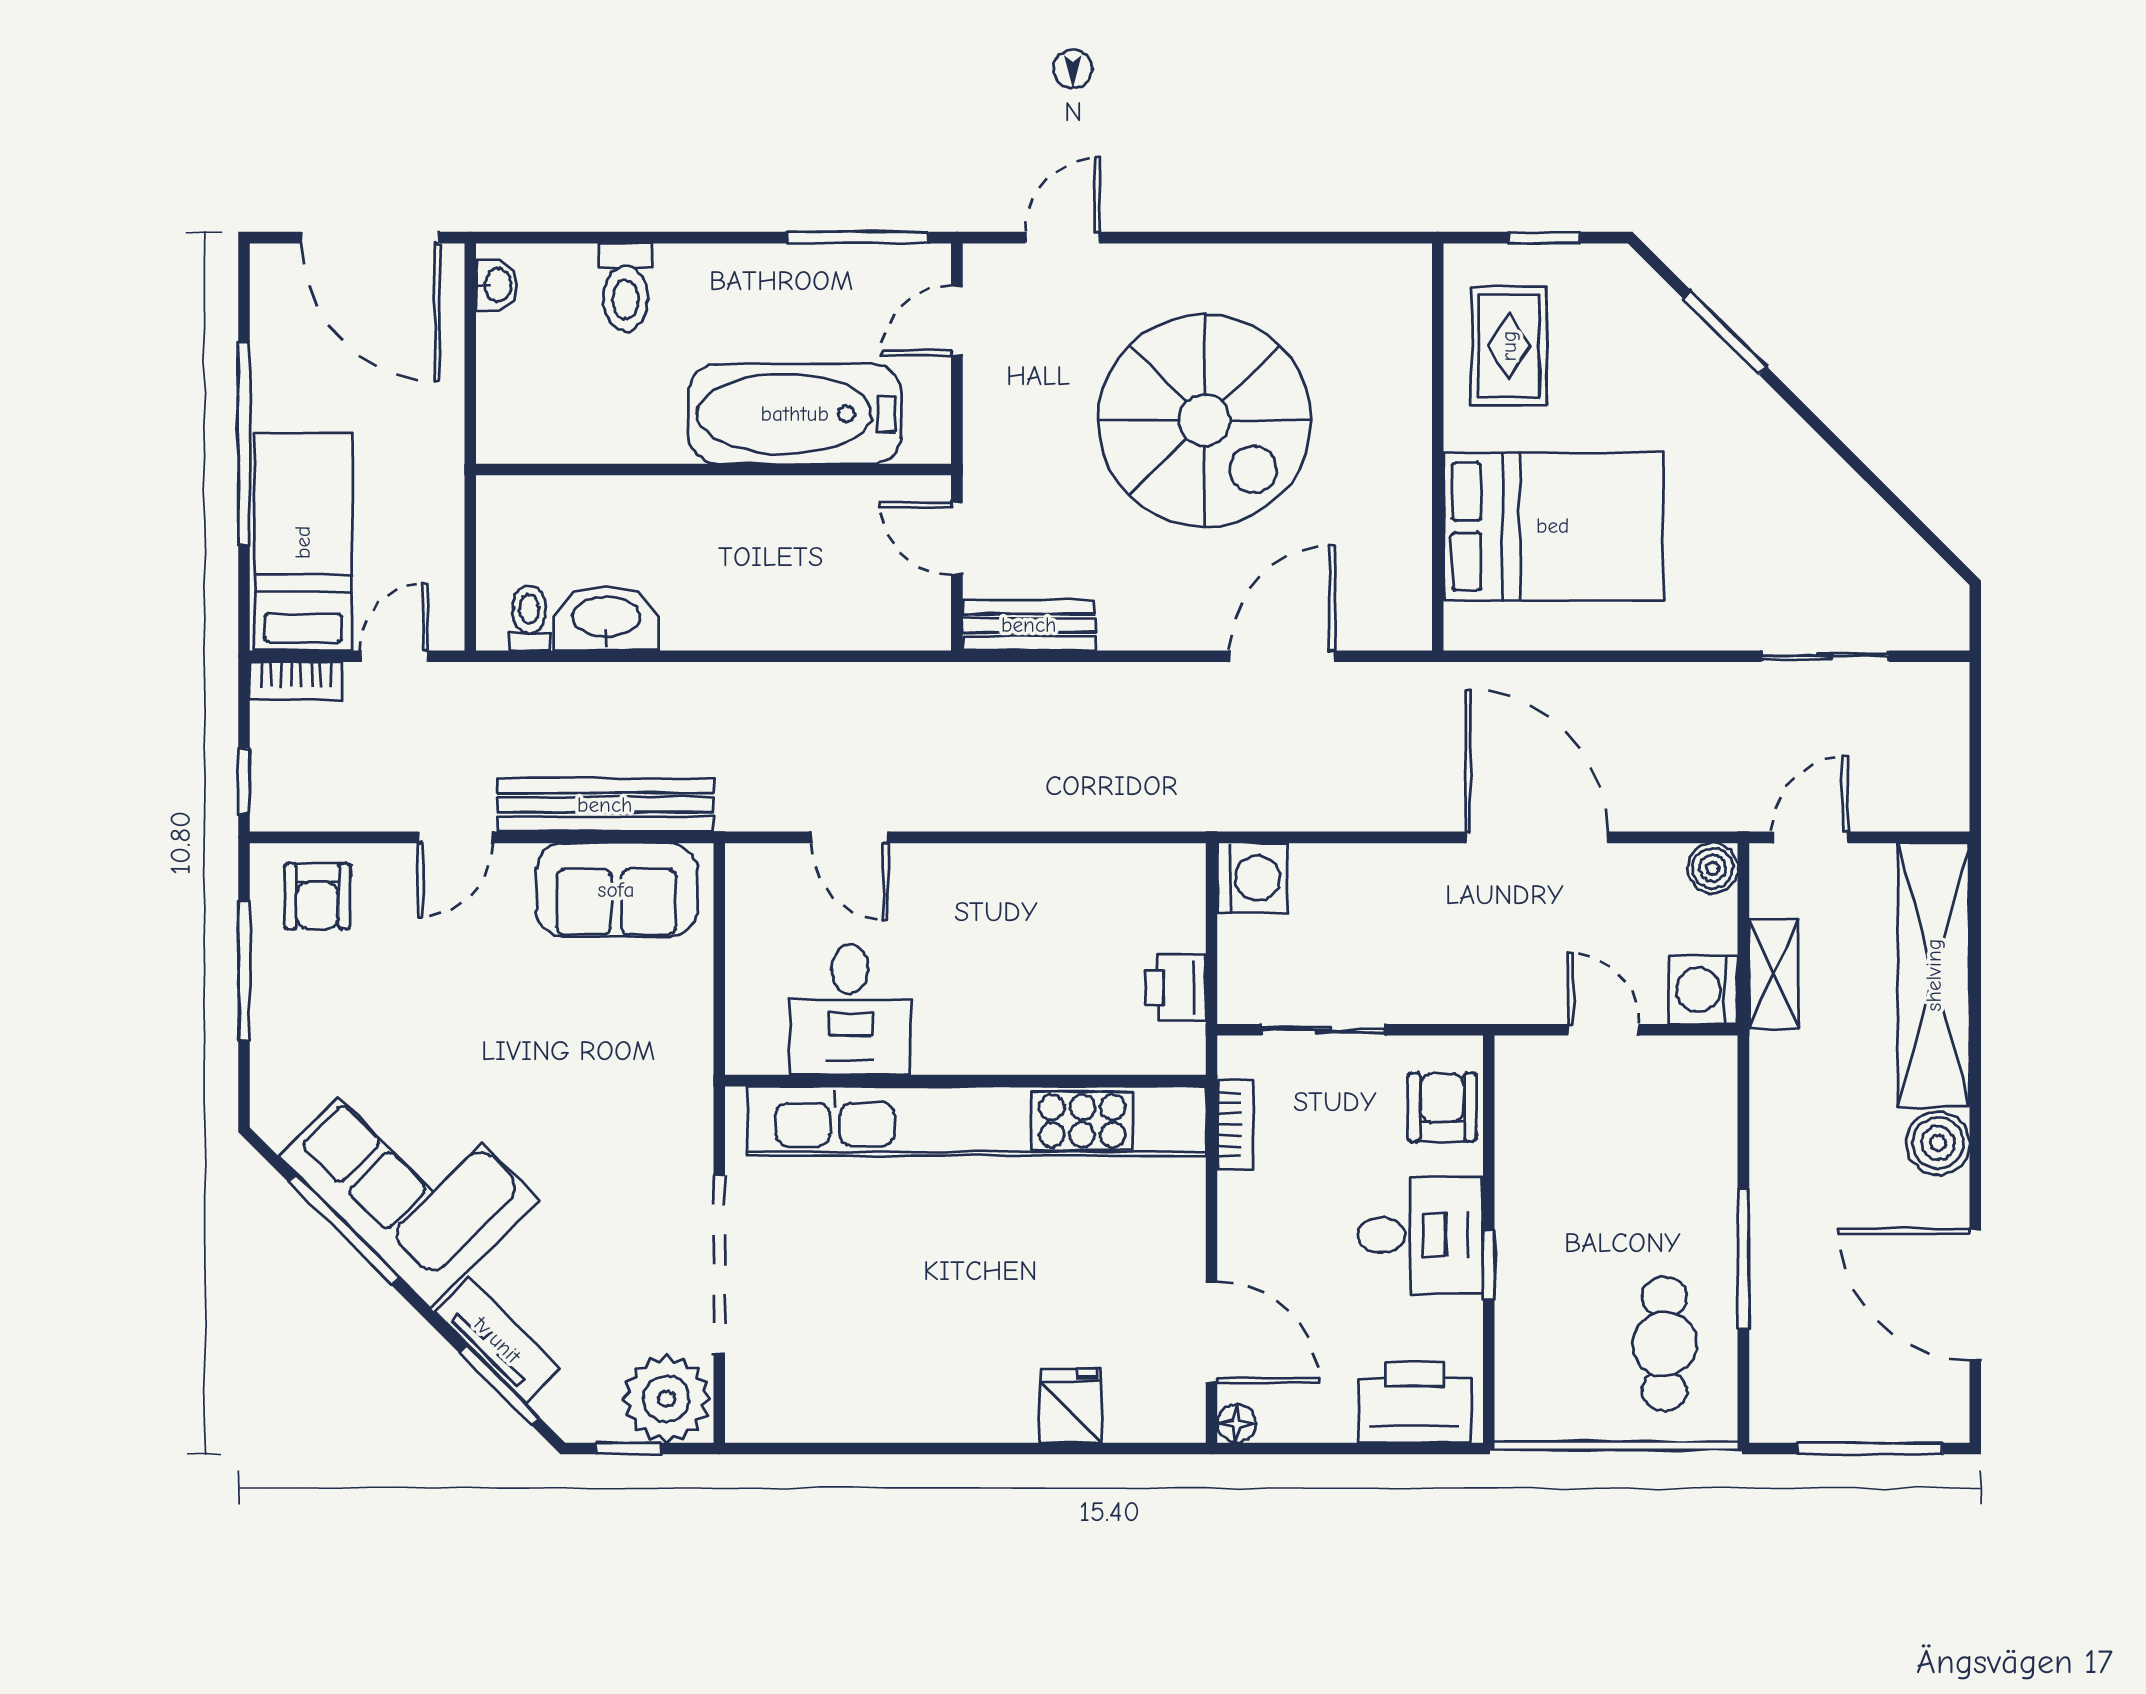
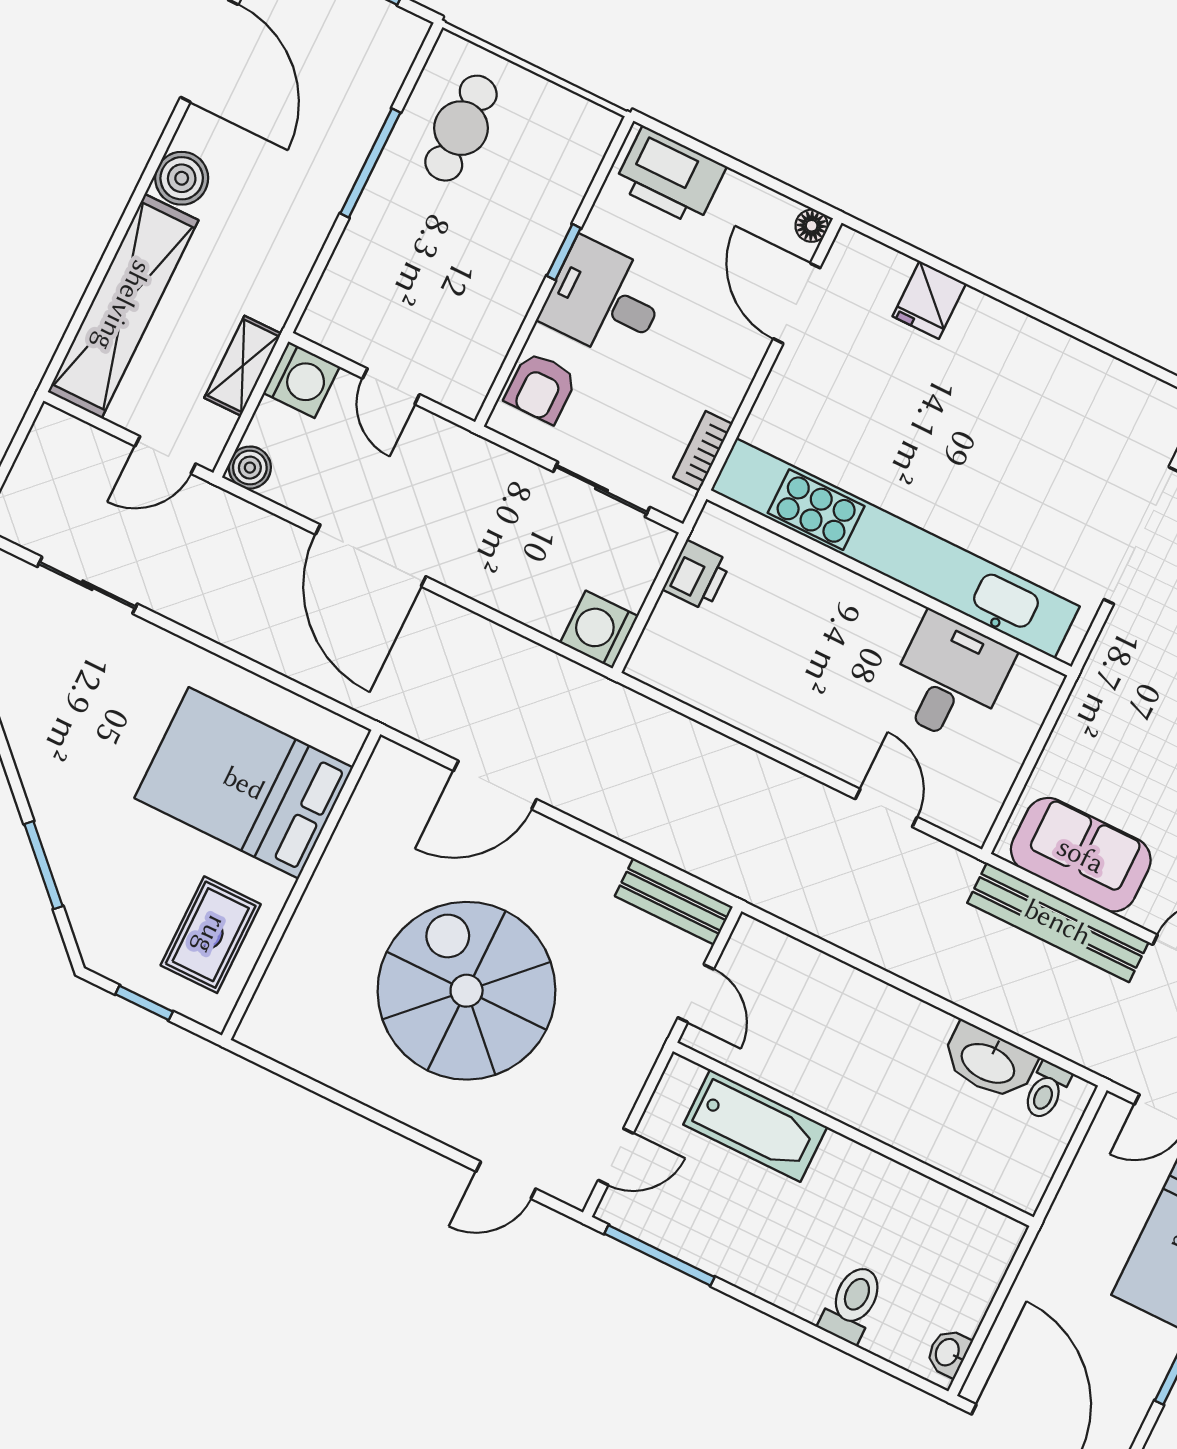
bathtub: (795, 414) -> (755, 1126), width x0.73, depth x0.73

